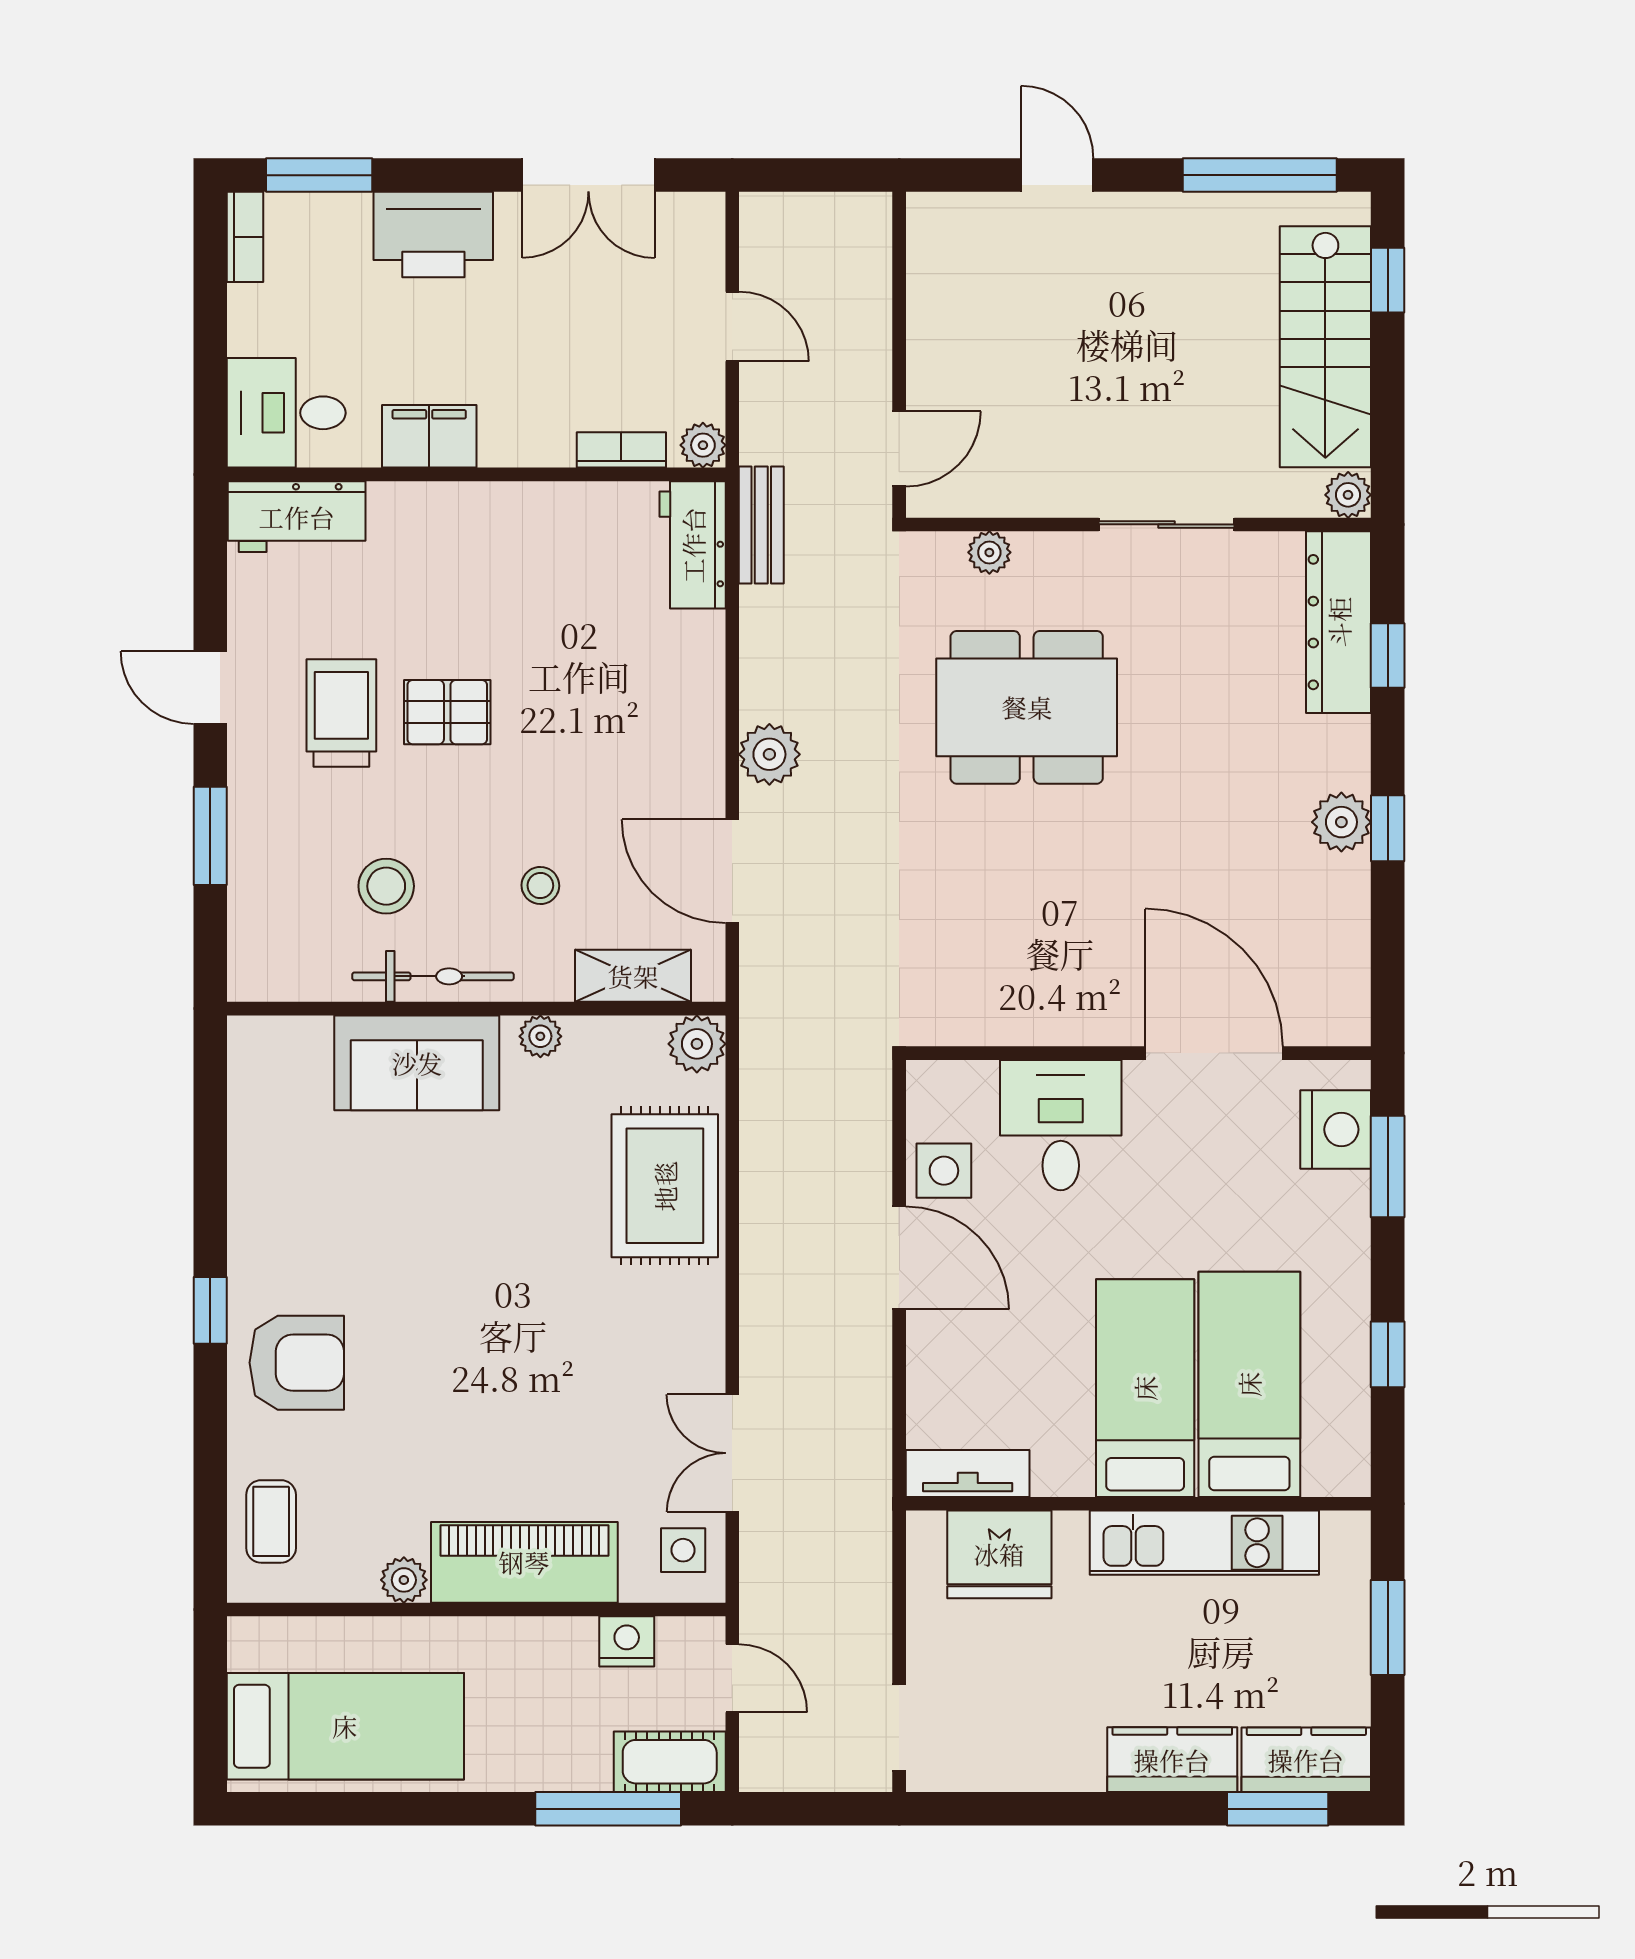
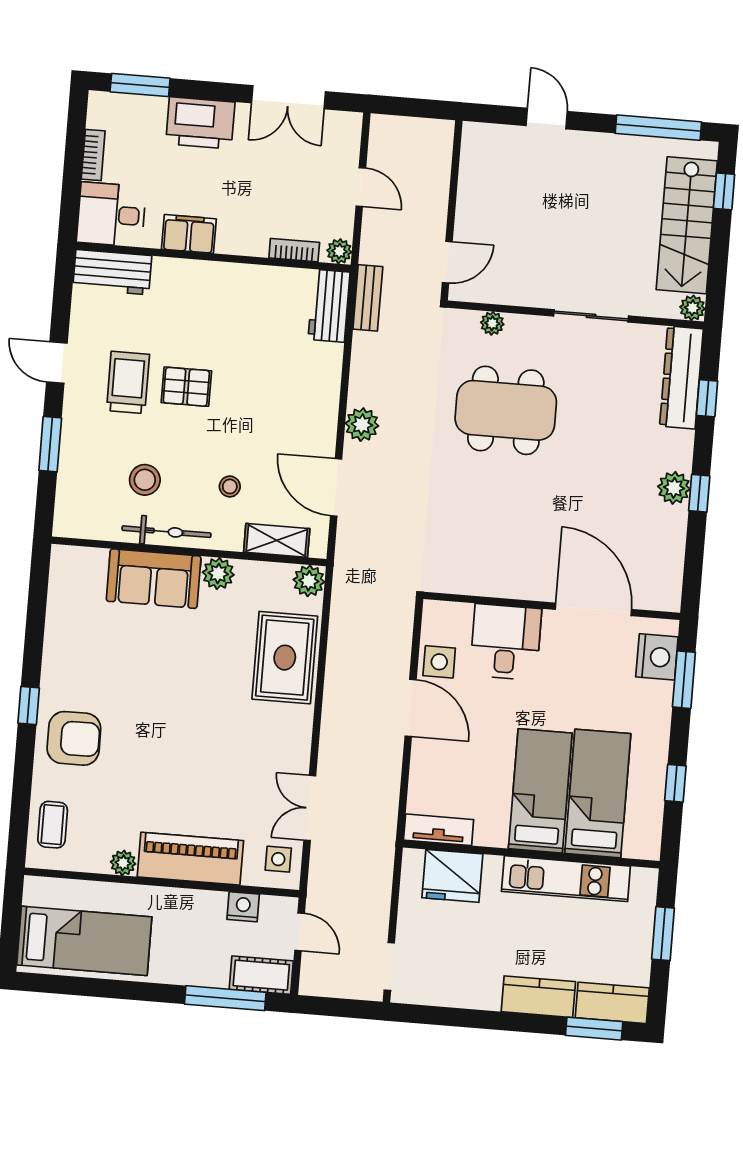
bookcase: (245, 237) -> (93, 155), moved
plant: (540, 1036) -> (218, 574), width x1.38, depth x1.38

